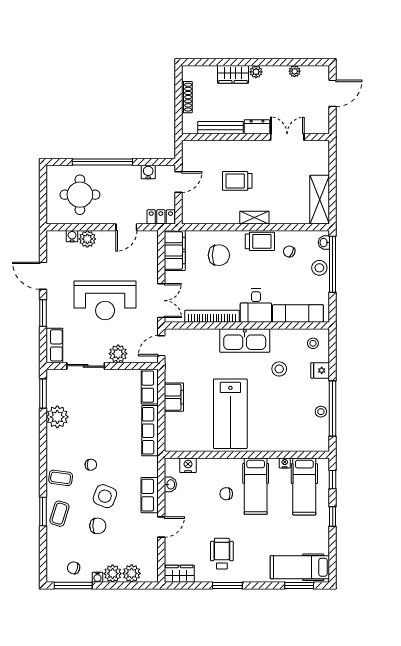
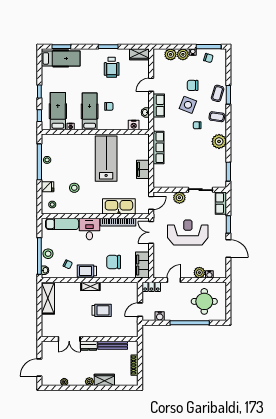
kitchen sink: (245, 340) -> (119, 206), moved
row of seats: (150, 387) -> (159, 176), removed
plant: (57, 417) -> (219, 141), moved

